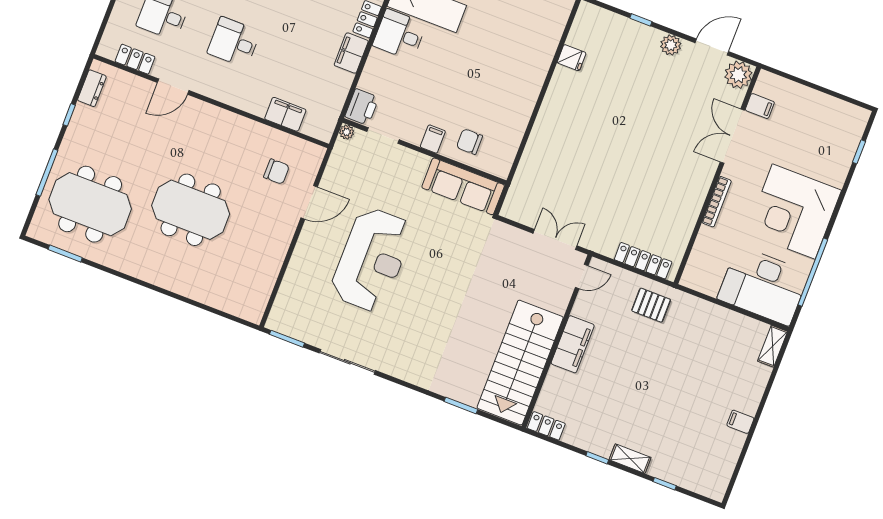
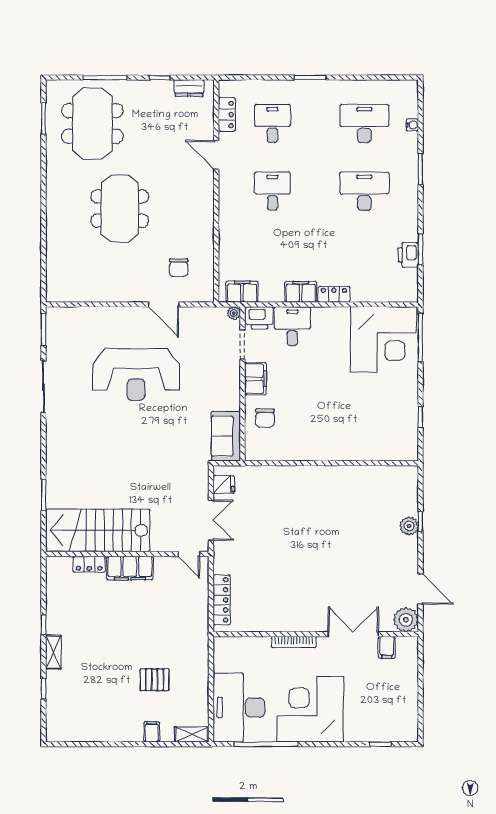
desk: (399, 35) -> (293, 326), moved
plant: (671, 45) -> (409, 526), moved
fridge: (572, 58) -> (224, 484), moved, turned -90
filing cabinet: (285, 114) -> (242, 292), moved, turned -90
filing cabinet: (433, 139) -> (255, 379), width x2.00
chair: (469, 142) -> (265, 418), turned 180
sofa: (463, 186) -> (226, 436), width x0.73
pallet: (651, 305) -> (155, 680), moved, turned 90
filing cabinet: (740, 422) -> (152, 732), moved
locker: (546, 426) -> (89, 564), moved, turned 90

